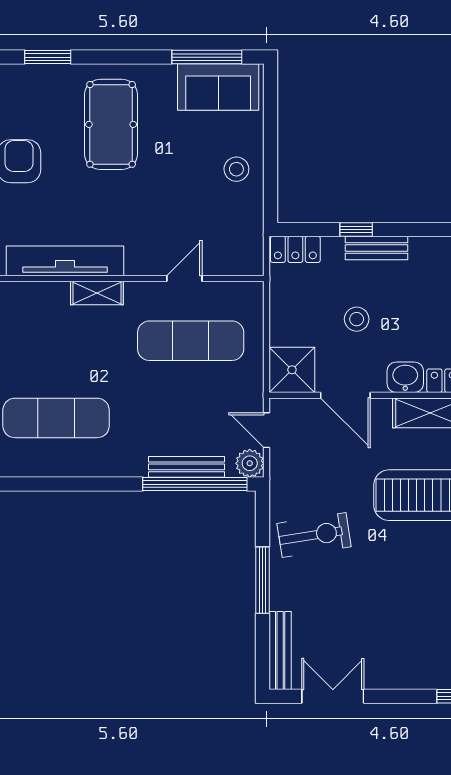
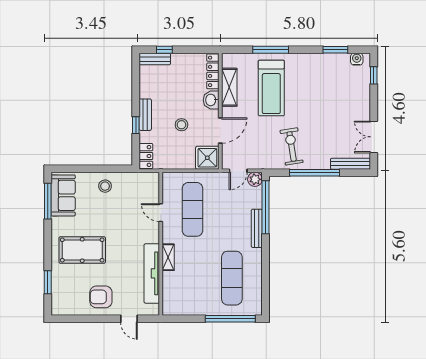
bench: (186, 467) -> (257, 228), moved
window: (263, 580) -> (315, 173), width x1.46

